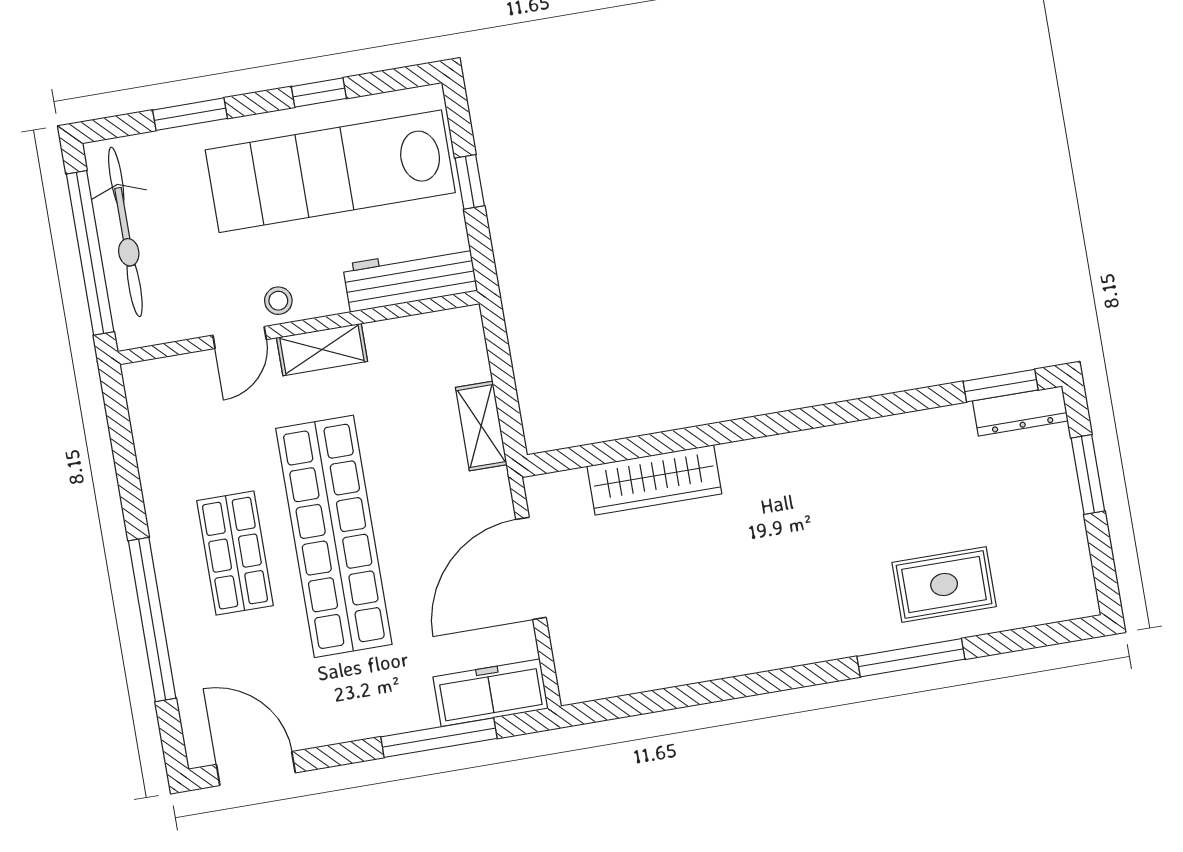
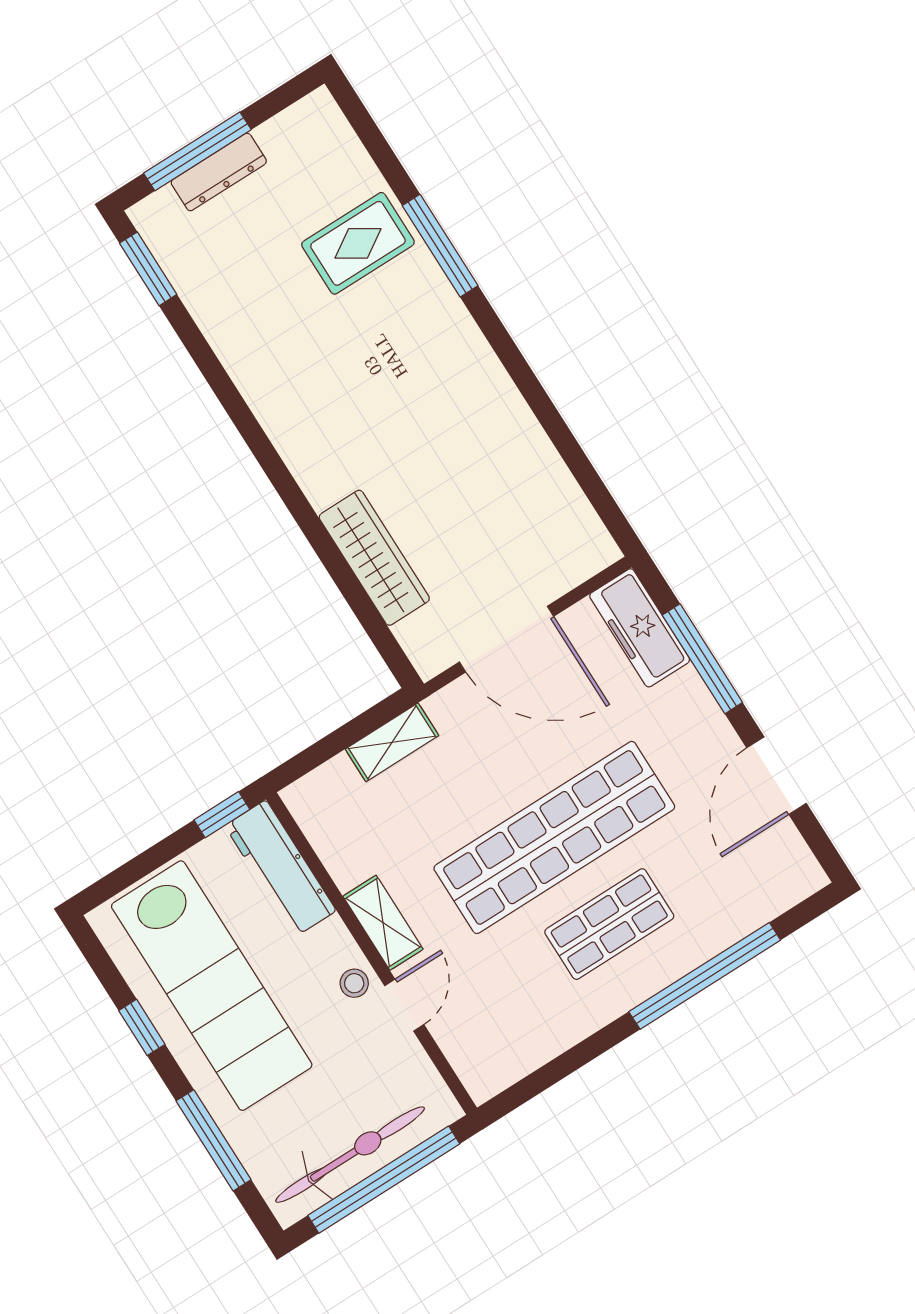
window: (190, 114) -> (213, 1140), width x1.44
window: (470, 182) -> (222, 815), moved
door: (240, 337) -> (404, 1005), hinge flipped
dresser: (1020, 411) -> (219, 172), moved, turned 90
window: (1088, 475) -> (197, 151), width x1.44
rug: (944, 585) -> (358, 243), turned 90
door: (256, 769) -> (777, 776), moved

